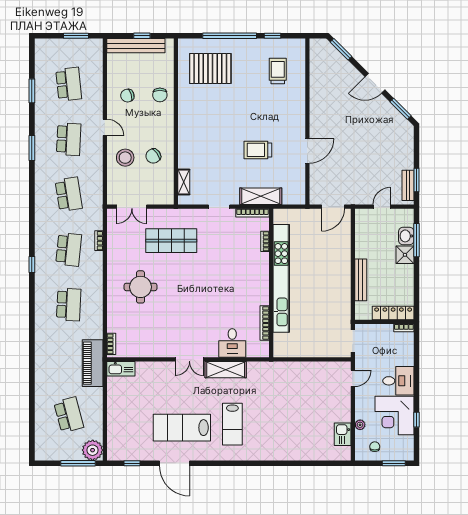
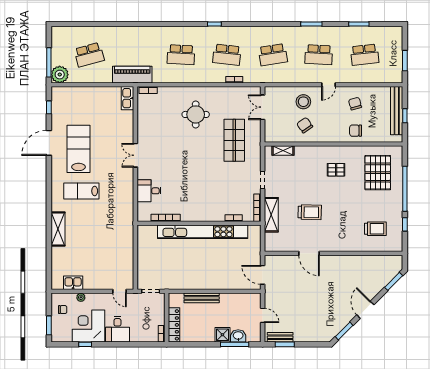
pallet: (207, 118) -> (336, 170), added
trolley: (258, 150) -> (310, 212), turned 91
shelving: (226, 370) -> (58, 229), moved

